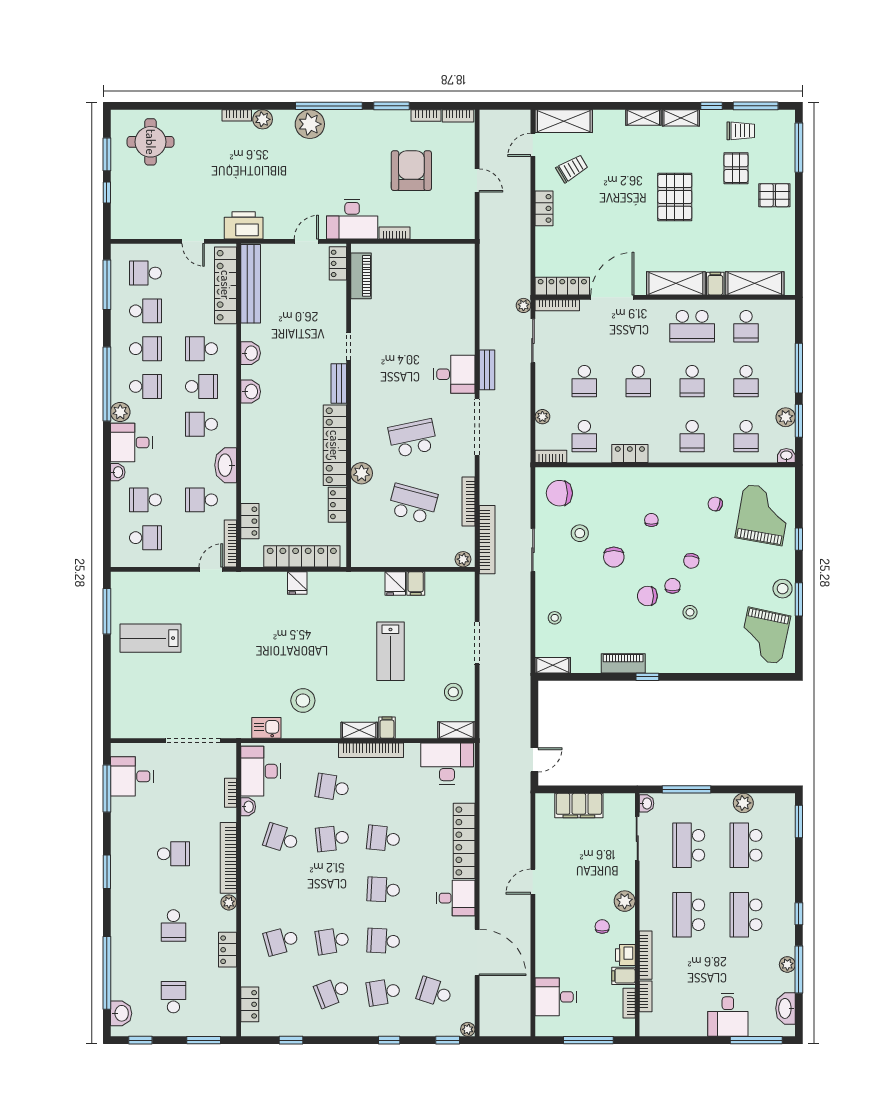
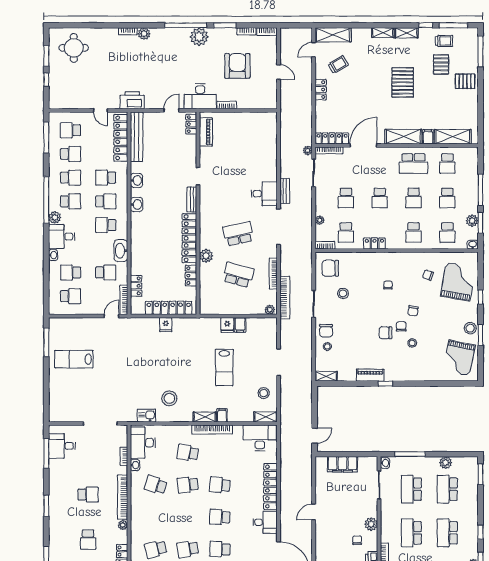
plant: (310, 124) -> (199, 37), moved
school desk: (201, 500) -> (106, 272), turned 180
chair: (614, 557) -> (326, 331), moved

